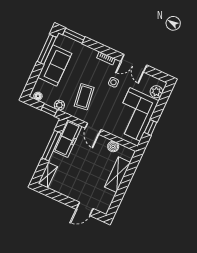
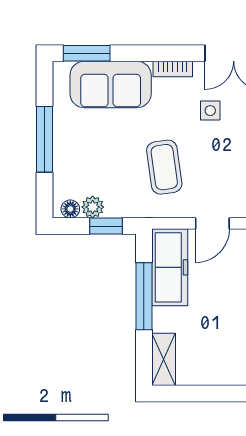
window: (47, 49) -> (44, 139), moved
sofa: (55, 65) -> (111, 84), moved, turned 90
plant: (59, 105) -> (93, 207), moved
door: (93, 129) -> (212, 223), hinge flipped

